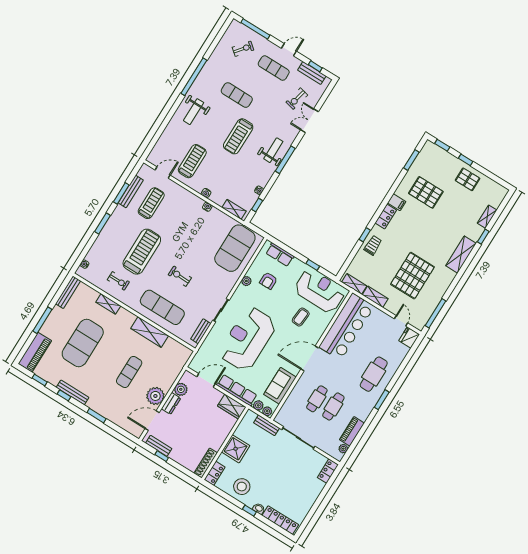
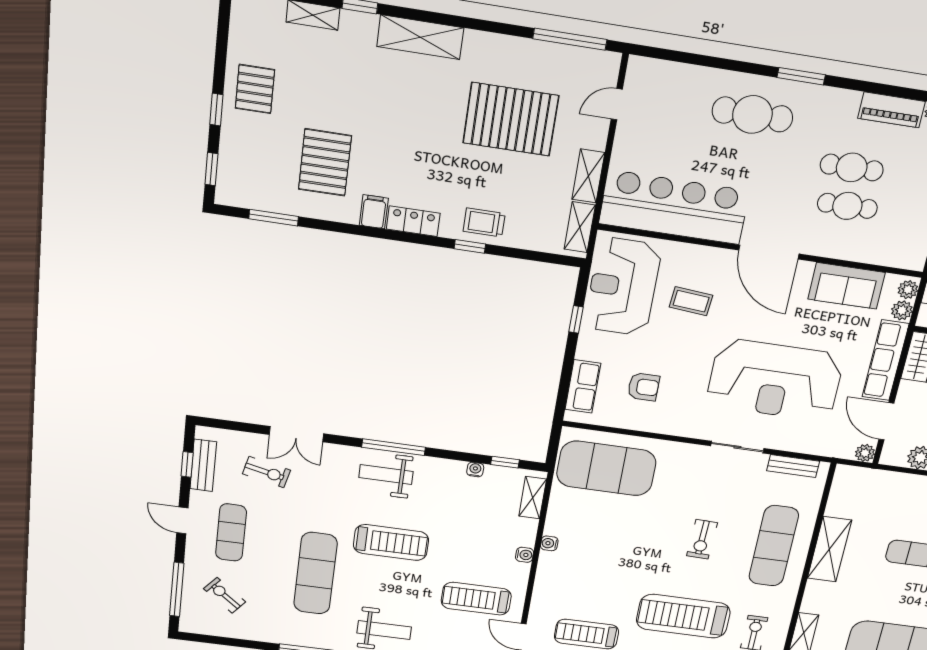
exercise mat: (237, 95) -> (316, 573), width x1.36, depth x1.45
plant: (246, 281) -> (865, 453), moved
fridge: (409, 338) -> (645, 73), removed

